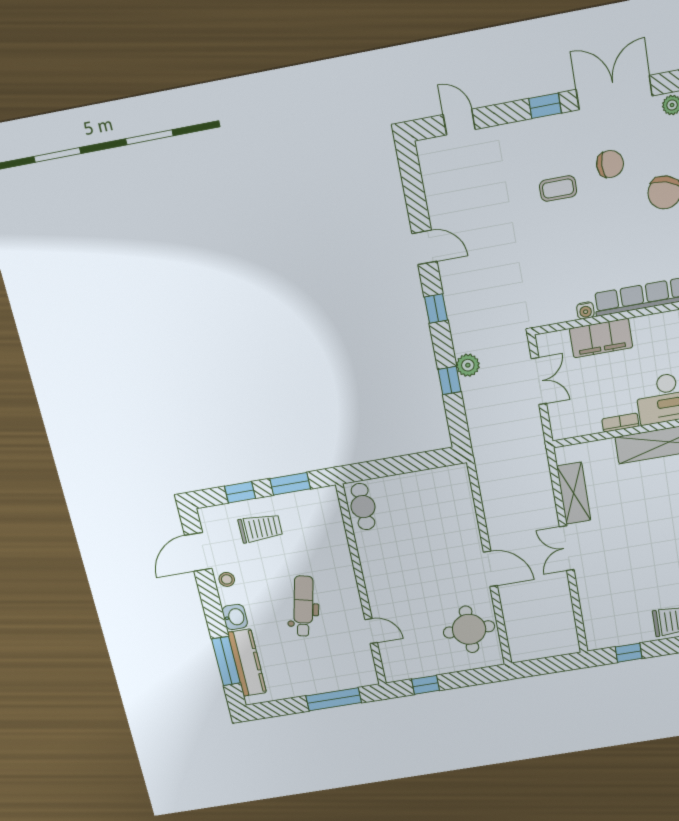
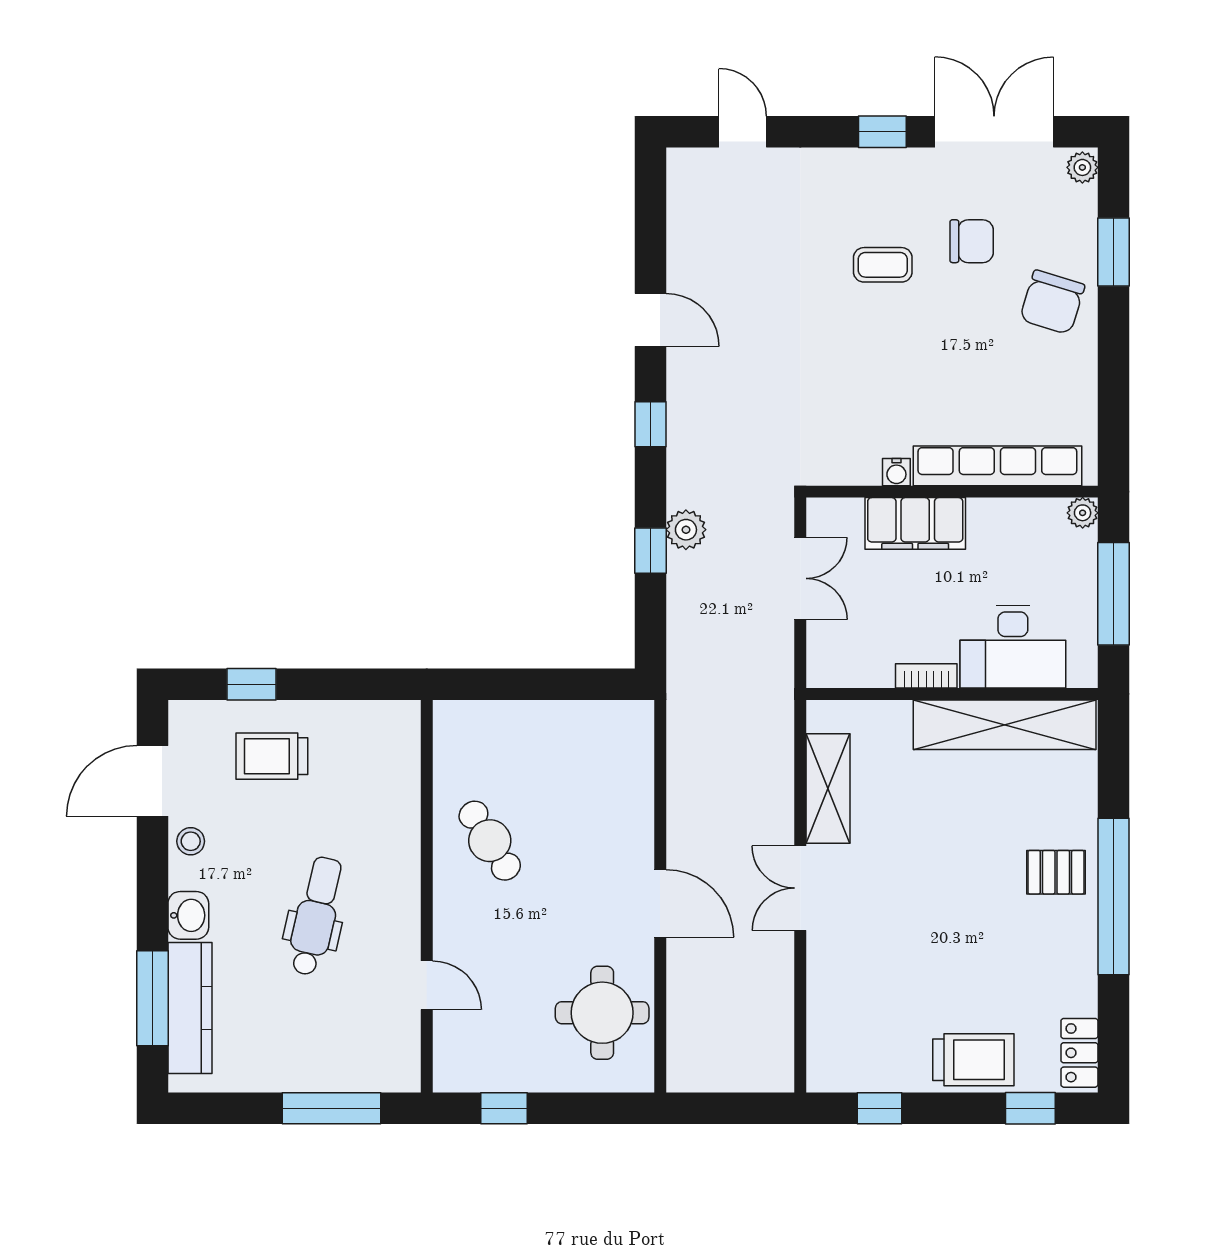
window: (290, 484) -> (342, 684), removed
cafe table: (363, 507) -> (490, 841), moved, turned -32
trolley: (260, 528) -> (272, 756), turned 180

